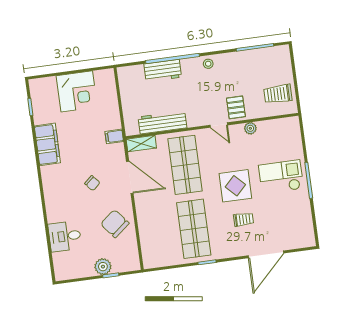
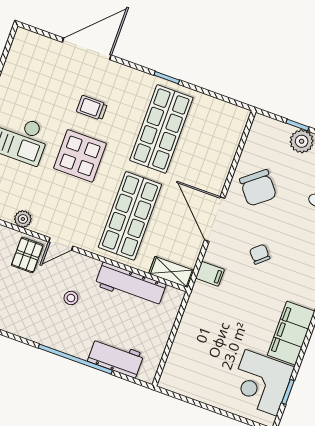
stool: (208, 64) -> (71, 298), moved
workbench: (163, 71) -> (116, 358), moved
corner desk: (77, 91) -> (261, 383), moved, turned -90
door: (219, 125) -> (61, 244), swing flipped
filing cabinet: (114, 136) -> (210, 274), moved
door: (130, 177) -> (215, 219), moved

